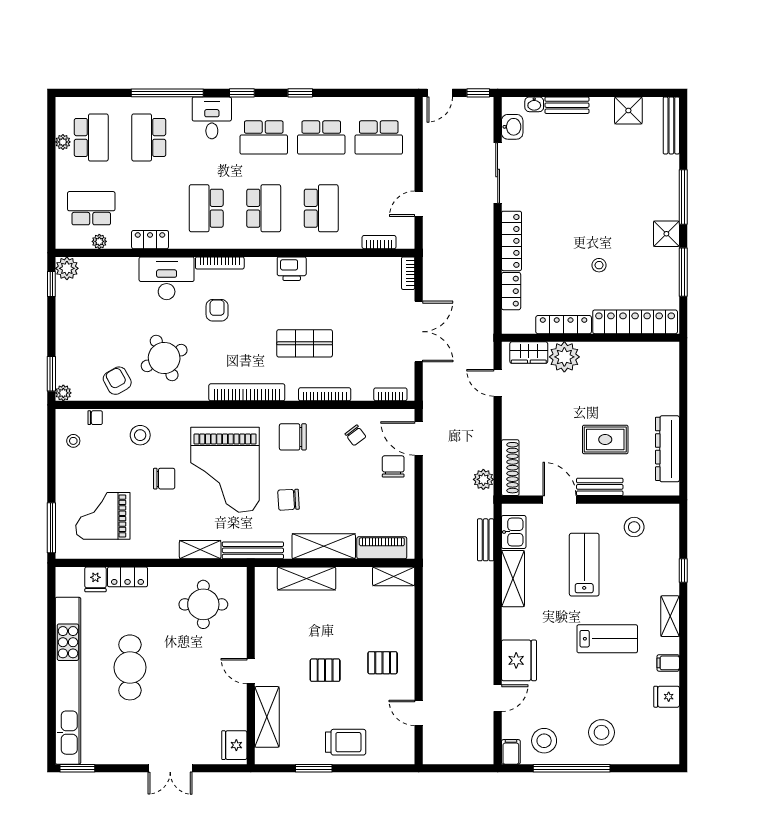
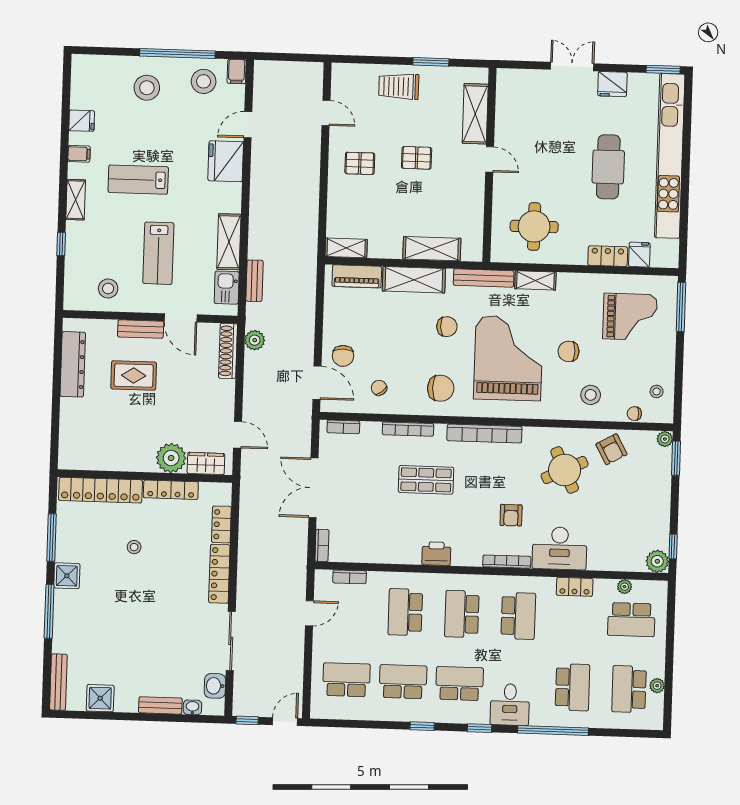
fridge: (234, 745) -> (612, 84), moved, turned 90

